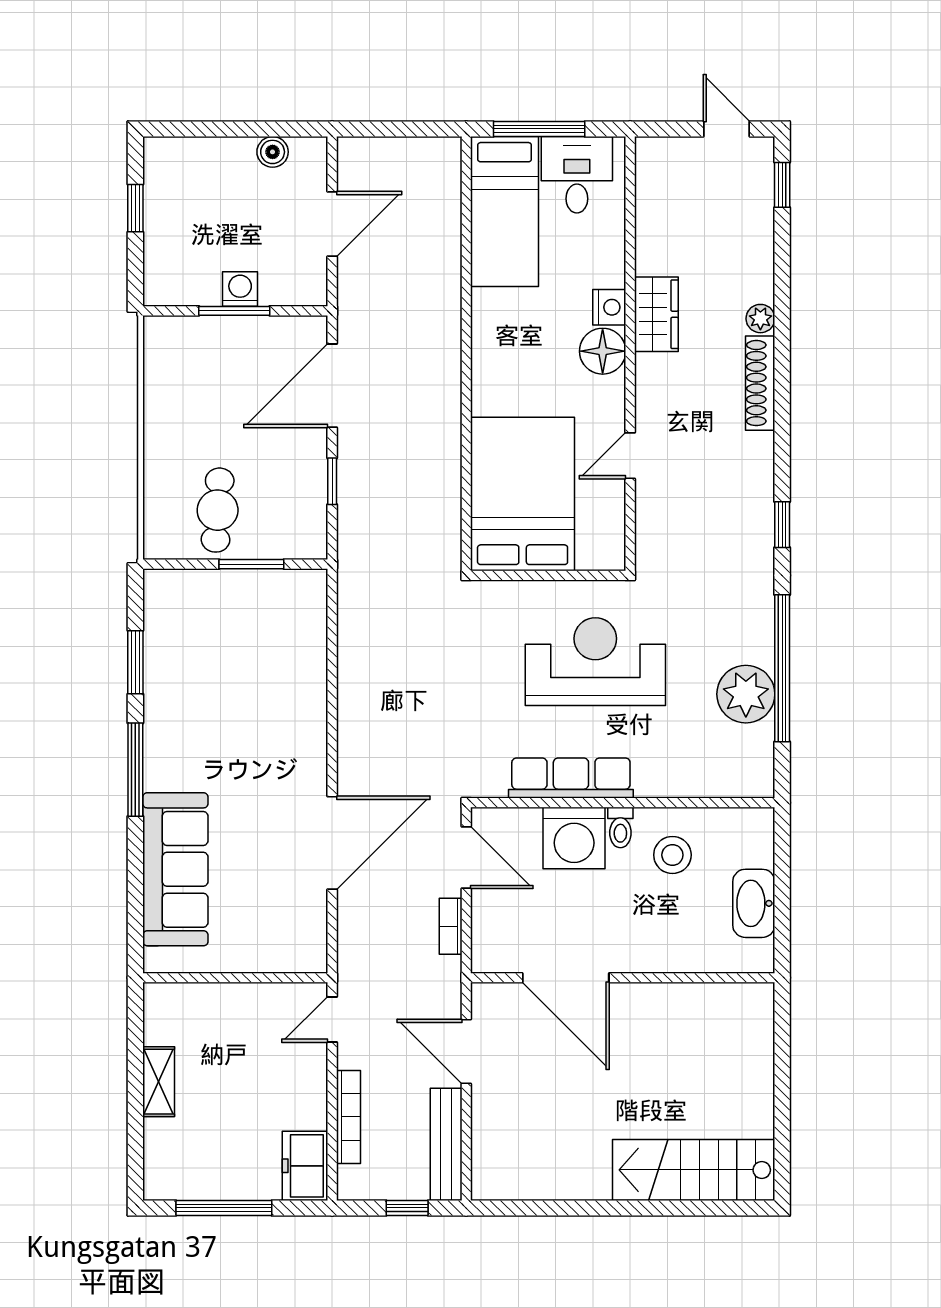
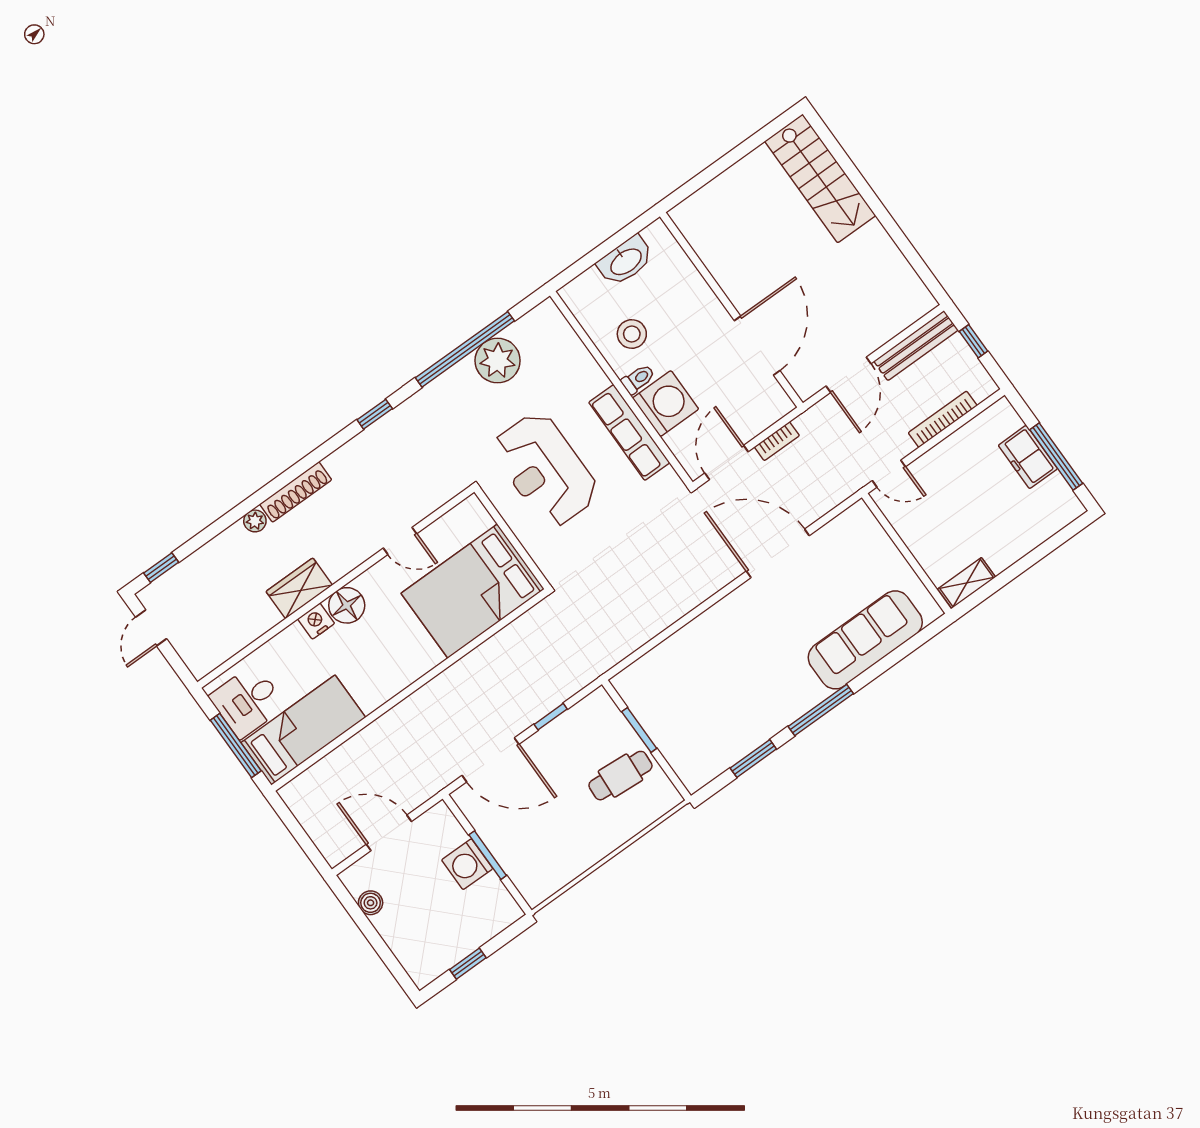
washing machine: (240, 289) -> (467, 864), width x1.38, depth x1.38
shelving: (159, 1082) -> (967, 583), moved
freezer: (305, 1166) -> (1028, 457), moved, turned 90

